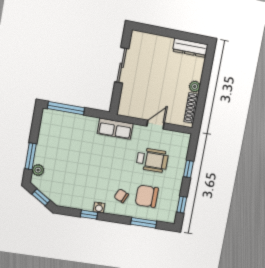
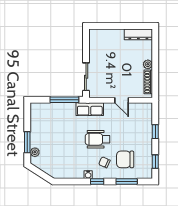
sliding door: (122, 65) -> (86, 77), moved
window: (66, 108) -> (64, 100), moved
door: (156, 125) -> (122, 100), swing flipped
wheelchair: (152, 160) -> (98, 139), moved, turned 180
window: (41, 197) -> (41, 174), removed
window: (89, 215) -> (97, 182), moved

